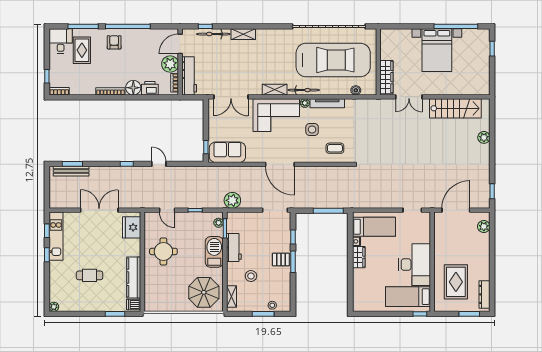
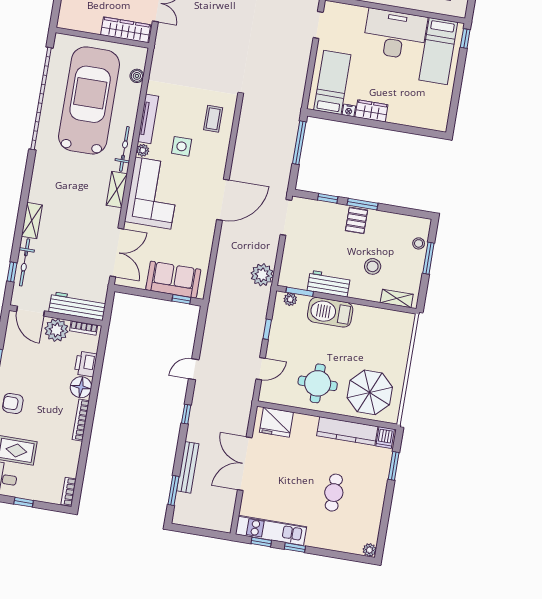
window: (47, 76) -> (24, 502), moved
sofa: (227, 152) -> (173, 280), moved, turned 90
bench: (71, 171) -> (188, 467), moved
parasol: (204, 292) -> (370, 392), moved

